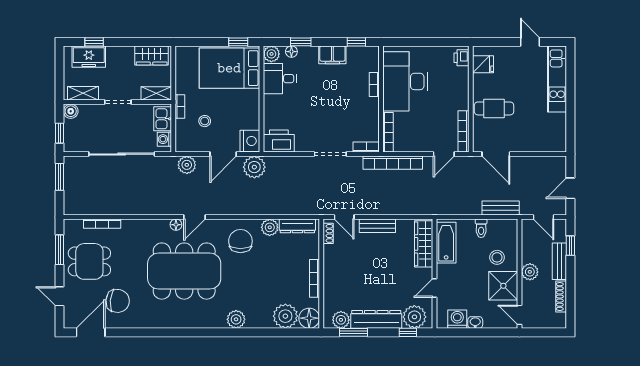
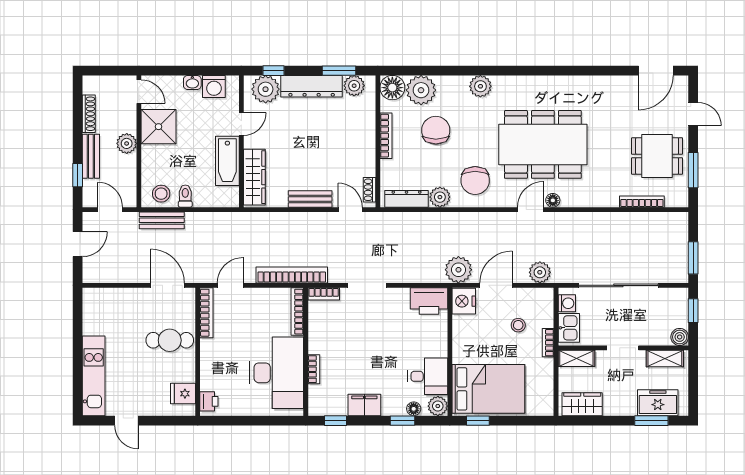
window: (94, 42) -> (651, 421), width x1.50
bathtub: (446, 243) -> (227, 161), moved
stool: (497, 257) -> (161, 194), moved
chair: (118, 301) -> (436, 130), moved, turned 85

